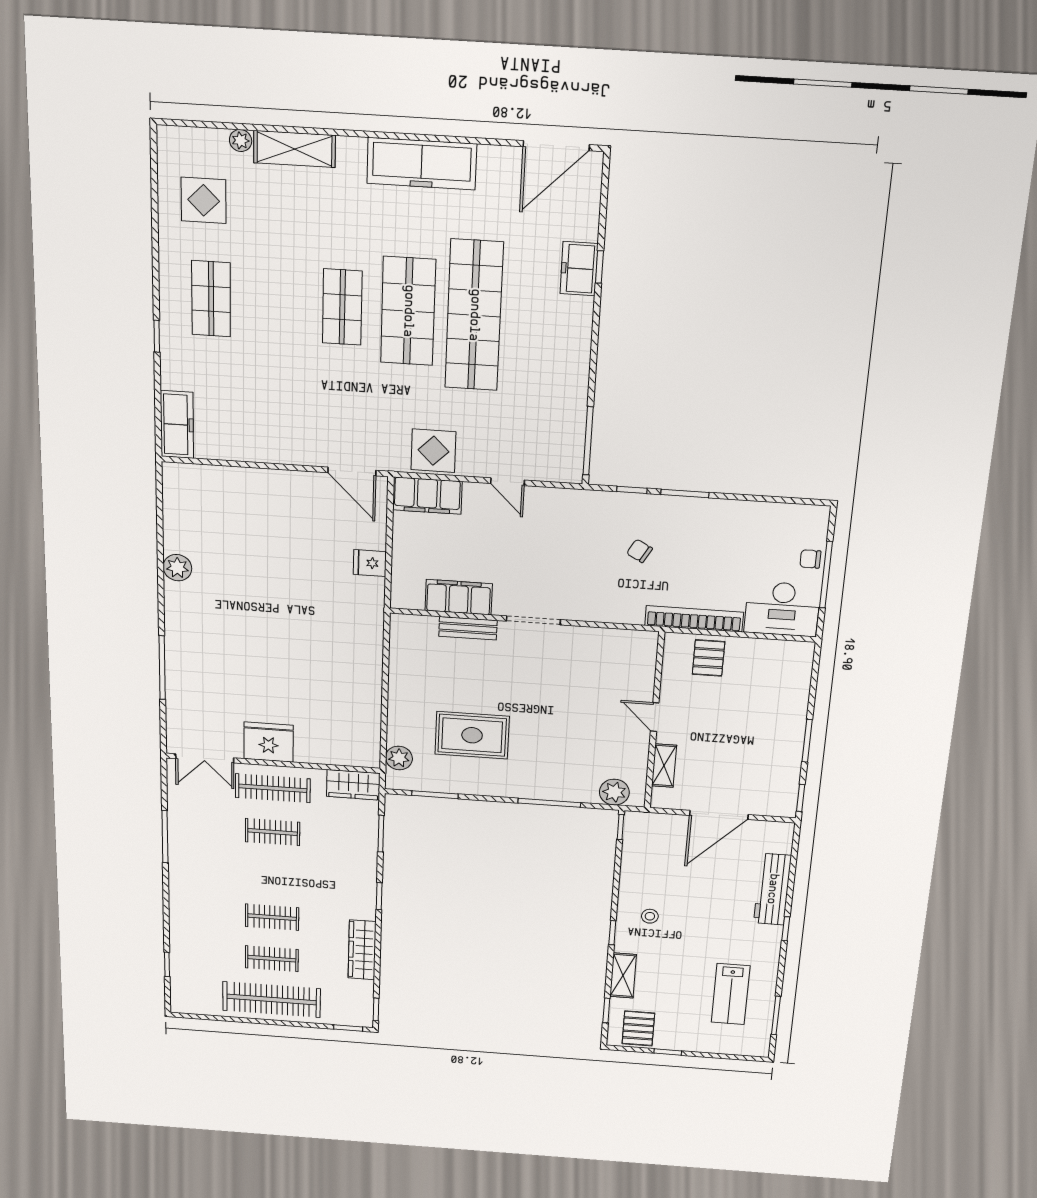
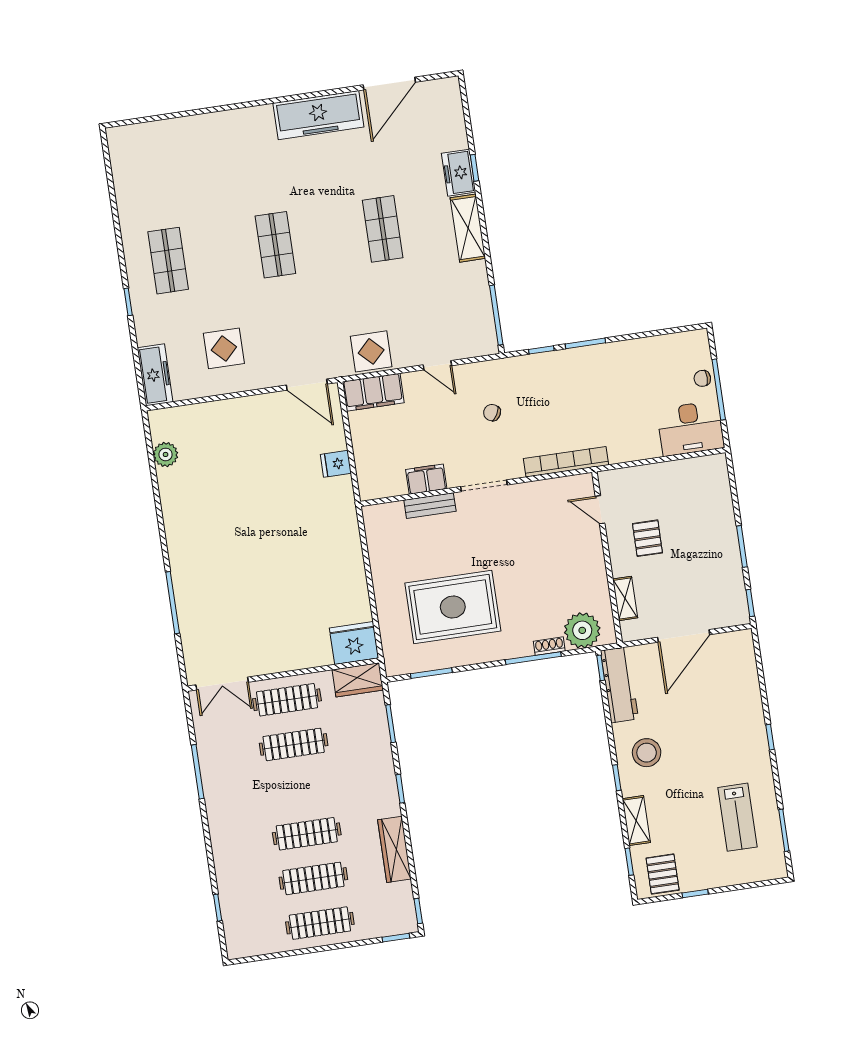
plant: (241, 141) -> (173, 127), removed
door: (556, 146) -> (389, 84), moved
shelving: (294, 149) -> (468, 228), moved, turned 90
display table: (204, 200) -> (224, 348), moved
shop shelf: (408, 311) -> (329, 237), removed
shop shelf: (474, 315) -> (383, 229), width x0.50, depth x0.74
chair: (639, 551) -> (492, 413), moved
plant: (177, 568) -> (166, 454), moved
filing cabinet: (459, 597) -> (426, 479), width x0.67, depth x0.86
bookcase: (694, 619) -> (566, 462), moved
pallet: (709, 658) -> (647, 538), moved
door: (655, 717) -> (600, 510), moved
rug: (472, 735) -> (453, 607), width x1.37, depth x1.44
fridge: (268, 742) -> (354, 643), moved
plant: (399, 758) -> (393, 644), removed
plant: (614, 792) -> (582, 630), width x1.36, depth x1.36
shoe rack: (570, 795) -> (549, 646), added
clothes rail: (273, 832) -> (294, 744), width x1.36
workbench: (772, 889) -> (619, 685), moved, turned 180
stool: (650, 916) -> (647, 753), width x1.89, depth x1.89
clothes rail: (272, 917) -> (307, 834), width x1.36
clothes rail: (272, 959) -> (313, 878), width x1.36
clothes rail: (272, 999) -> (320, 923), width x0.73, depth x0.76

